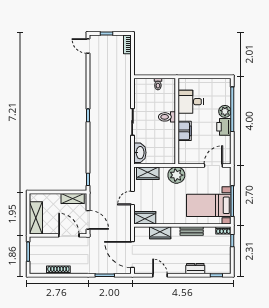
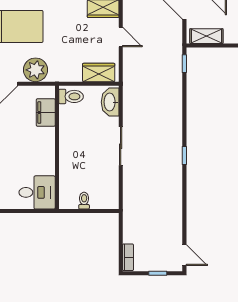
desk: (191, 102) -> (37, 192), moved
toilet: (167, 117) -> (71, 96), moved
filing cabinet: (185, 131) -> (46, 113), moved
plant: (176, 175) -> (36, 70), moved
door: (132, 198) -> (121, 37), hinge flipped

